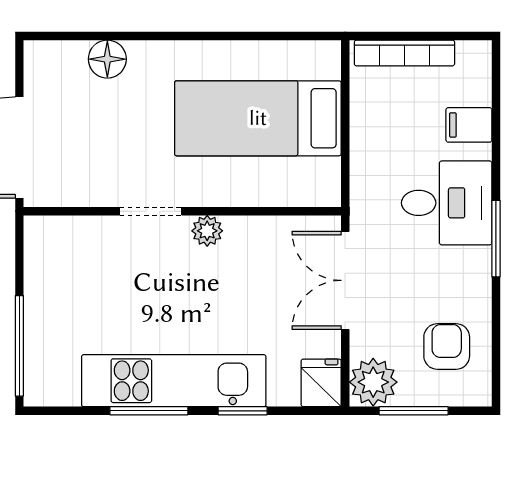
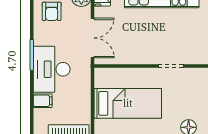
desk: (447, 203) -> (52, 69), width x1.37
plant: (207, 231) -> (148, 58), removed

